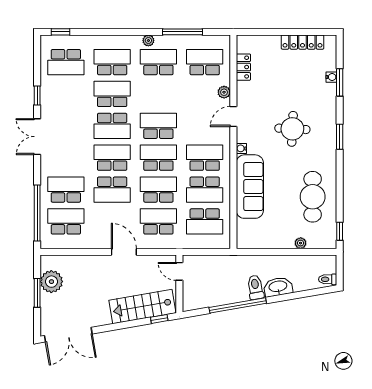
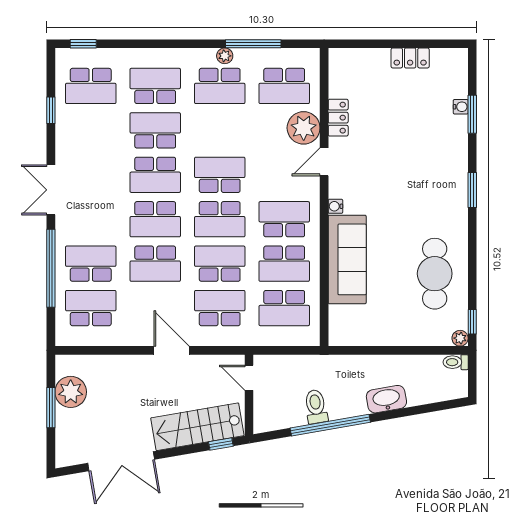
plant: (148, 40) -> (225, 56), moved
locker: (303, 42) -> (410, 58), width x0.66
school desk: (158, 62) -> (220, 86), turned 180
school desk: (205, 62) -> (284, 86), turned 180
locker: (243, 67) -> (338, 118), moved
plant: (224, 92) -> (304, 128), width x1.87, depth x1.87
window: (37, 96) -> (51, 110), moved
round table: (292, 129) -> (407, 179), removed
school desk: (112, 158) -> (155, 219), turned 180
school desk: (158, 158) -> (220, 219), turned 180
window: (37, 213) -> (51, 268), moved
plant: (301, 243) -> (460, 338), moved
toilet: (328, 279) -> (456, 362), moved
toilet: (255, 287) -> (316, 407), moved
double door: (68, 335) -> (121, 461), moved

